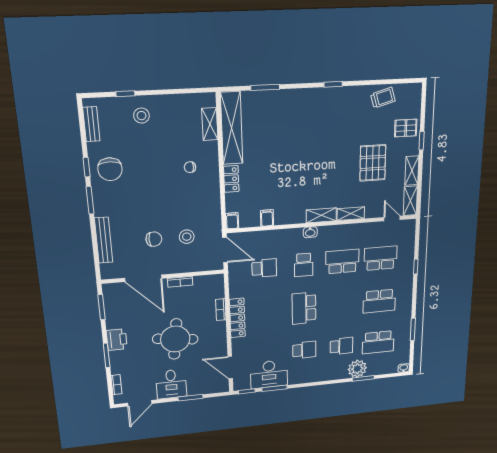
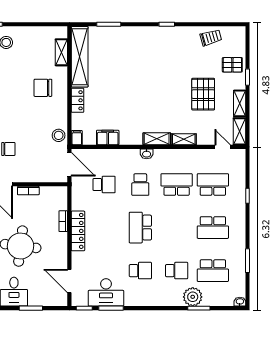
chair: (190, 167) -> (43, 88), width x1.87, depth x1.87
filing cabinet: (267, 218) -> (108, 138), width x2.00
stool: (187, 237) -> (59, 135), moved

